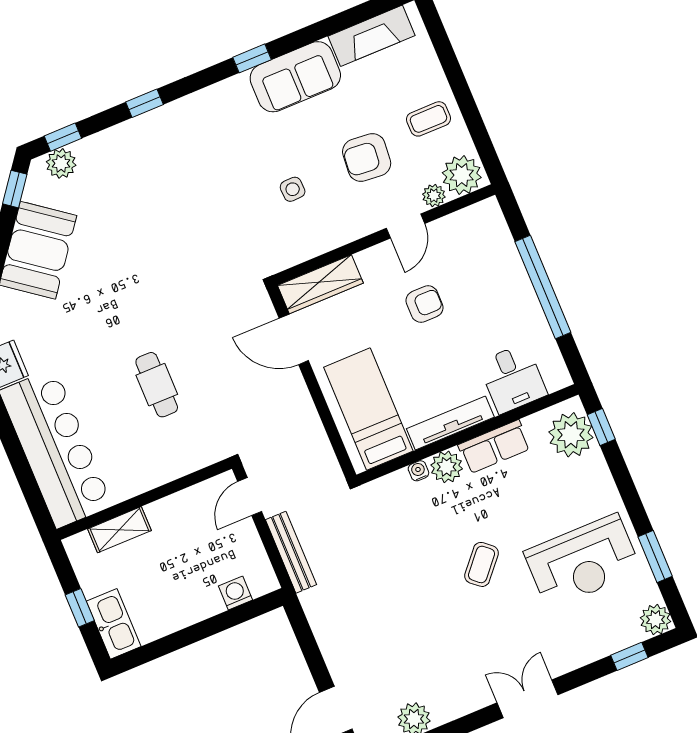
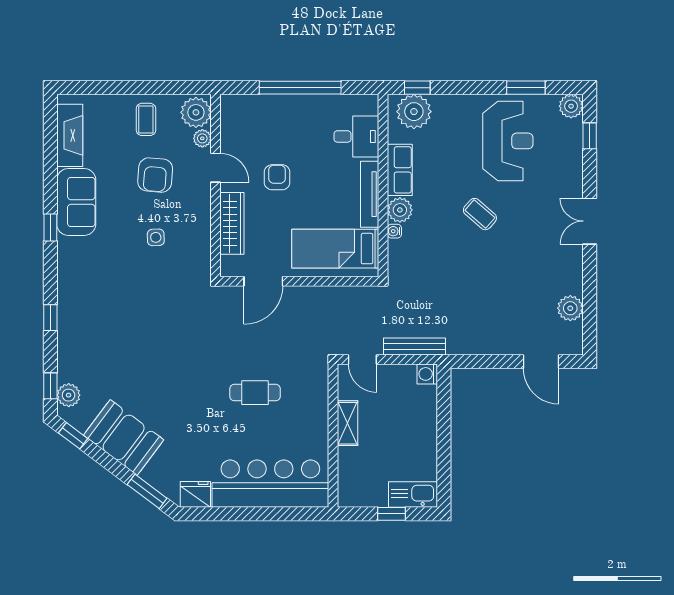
wardrobe: (320, 284) -> (232, 223), moved
shelving: (119, 530) -> (347, 423), moved
washing machine: (236, 593) -> (427, 374), moved

